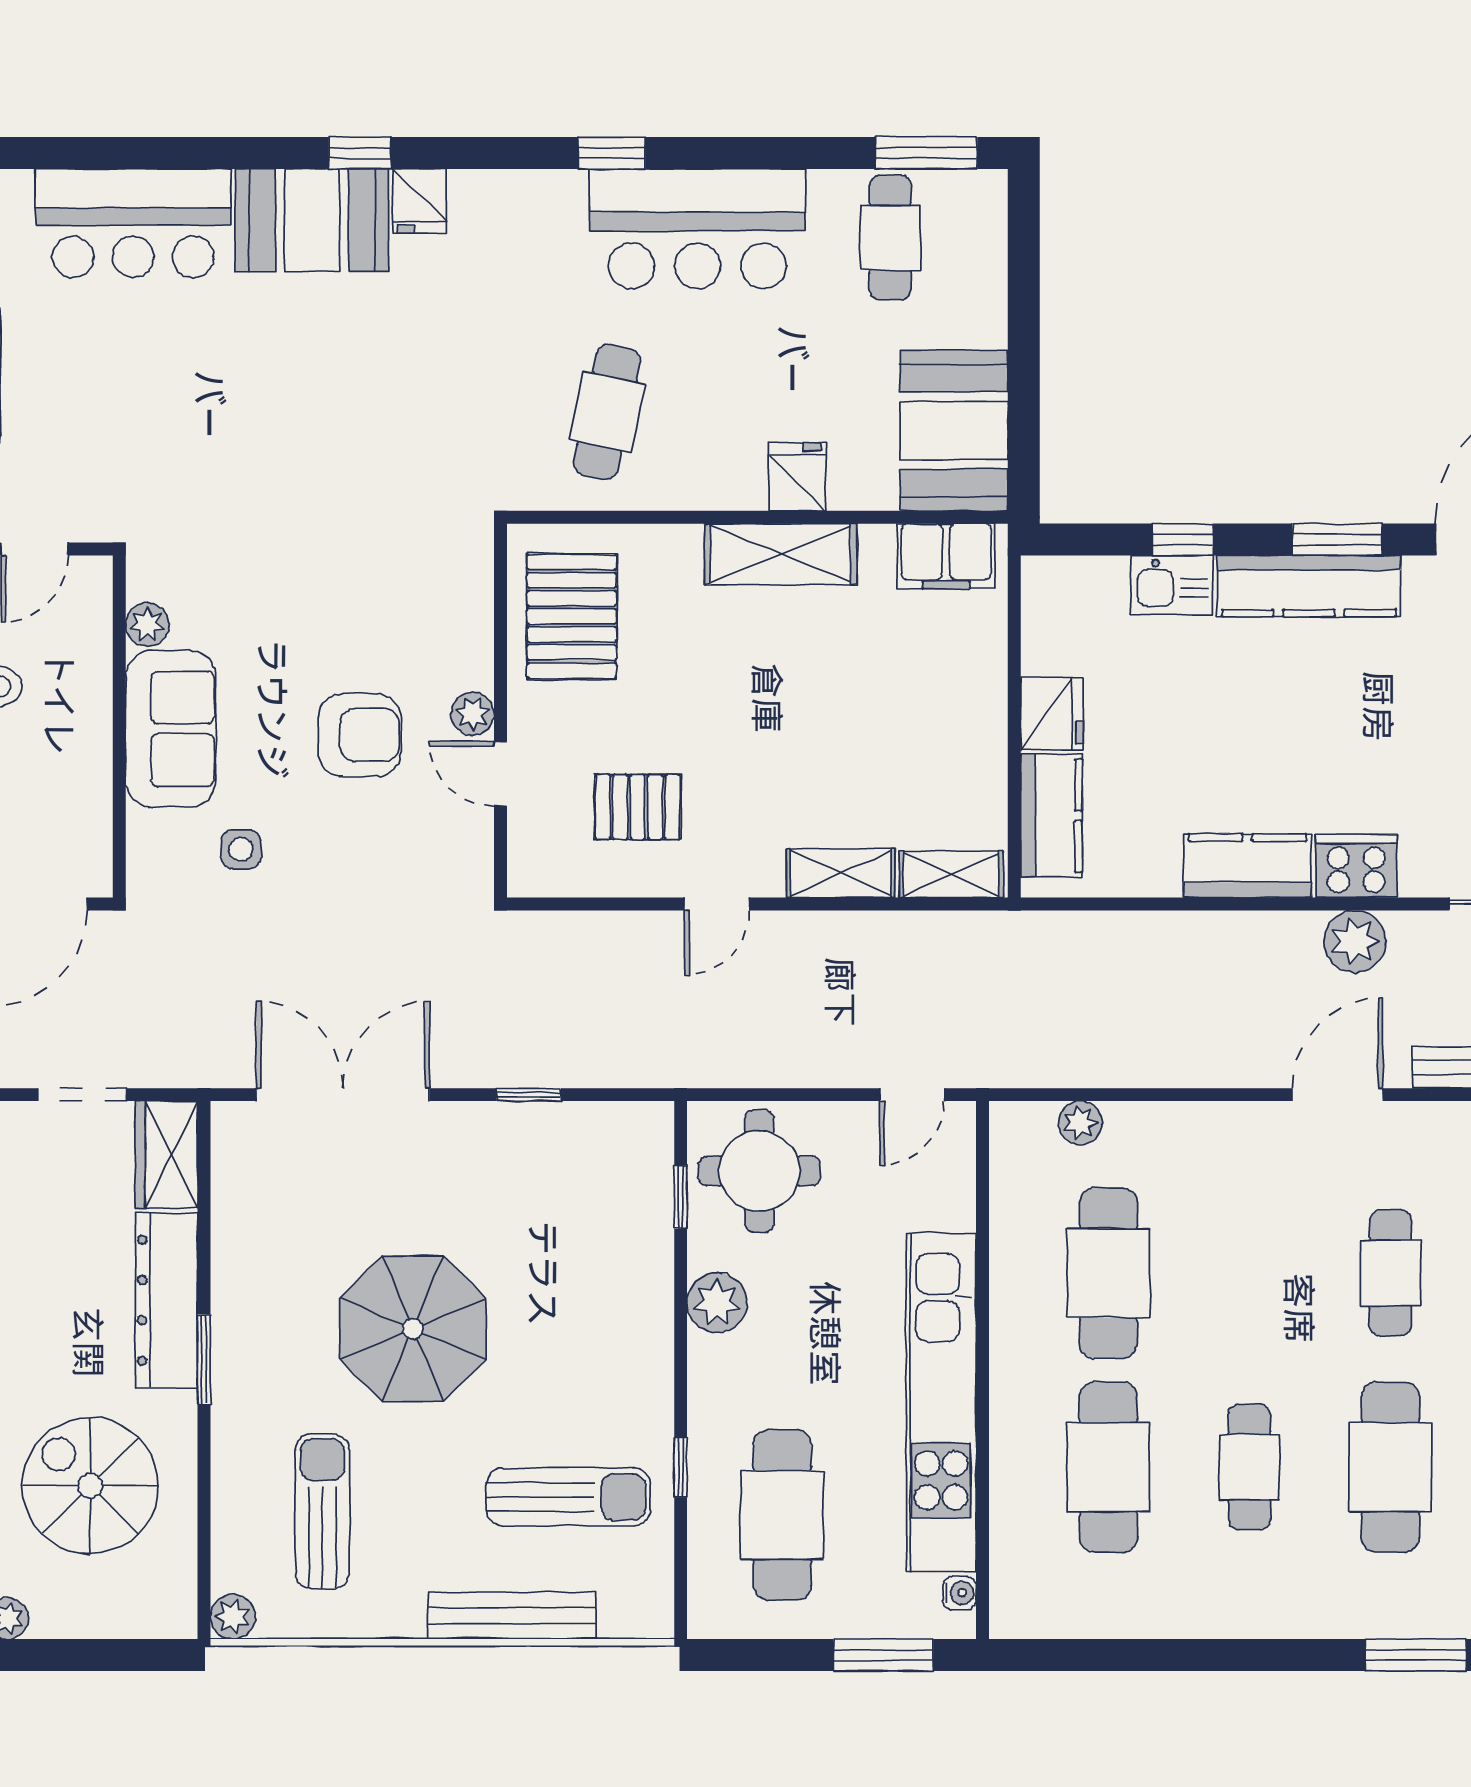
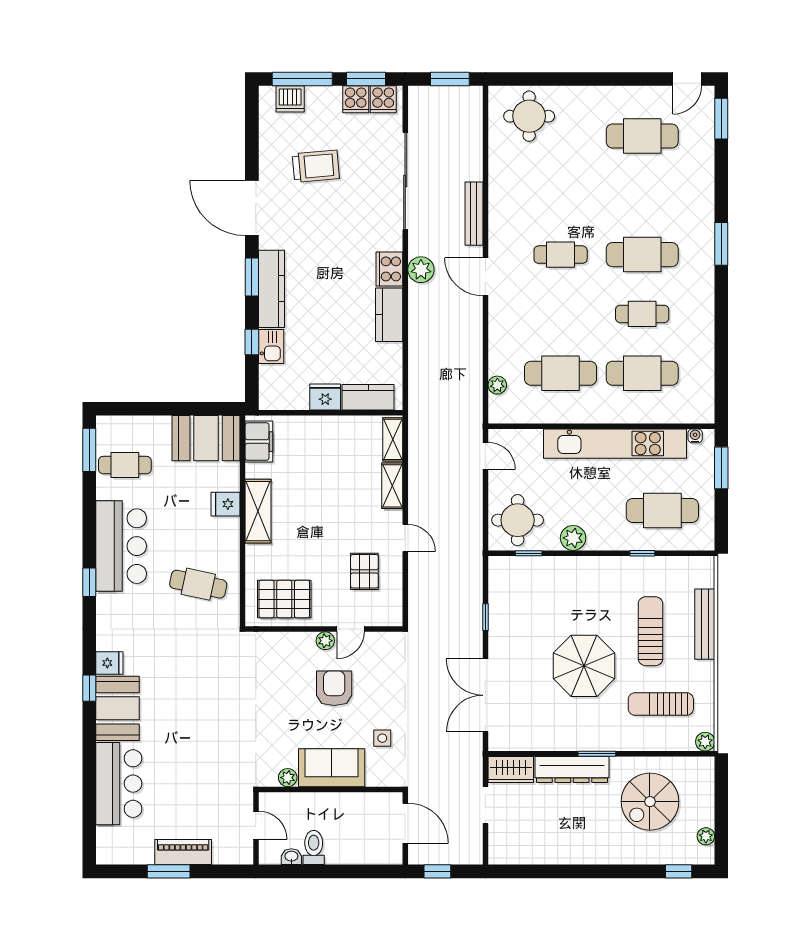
sun lounger: (568, 1497) -> (650, 631), moved

